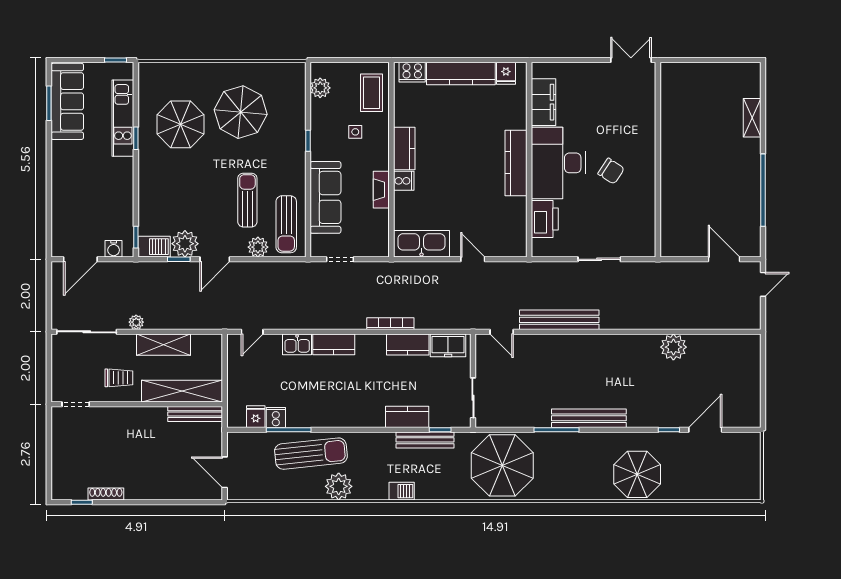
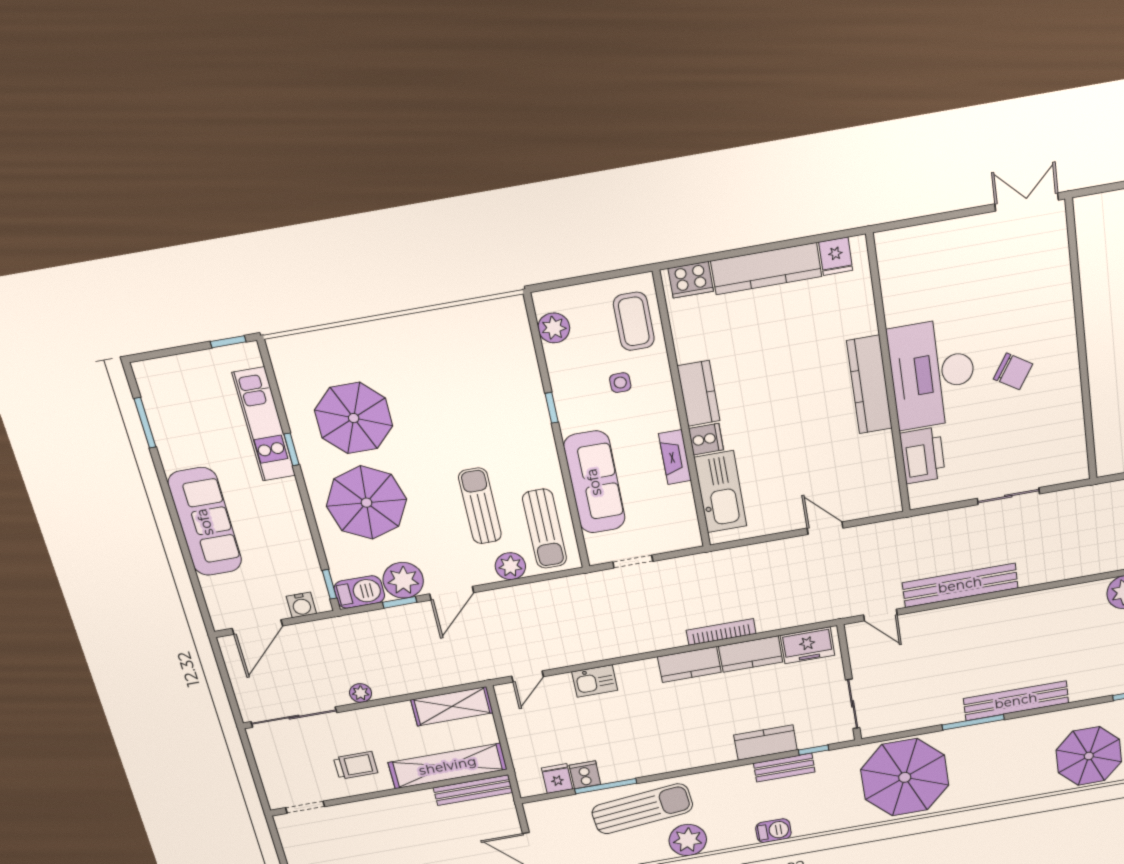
sofa: (67, 101) -> (205, 522), moved
filing cabinet: (543, 102) -> (899, 289), removed
parasol: (241, 112) -> (367, 503), moved
kitchen sink: (421, 244) -> (720, 492), moved, turned 90
kitchen counter: (334, 344) -> (689, 665), moved
shelving: (164, 345) -> (452, 706), moved
bench: (425, 440) -> (784, 768), width x0.73

